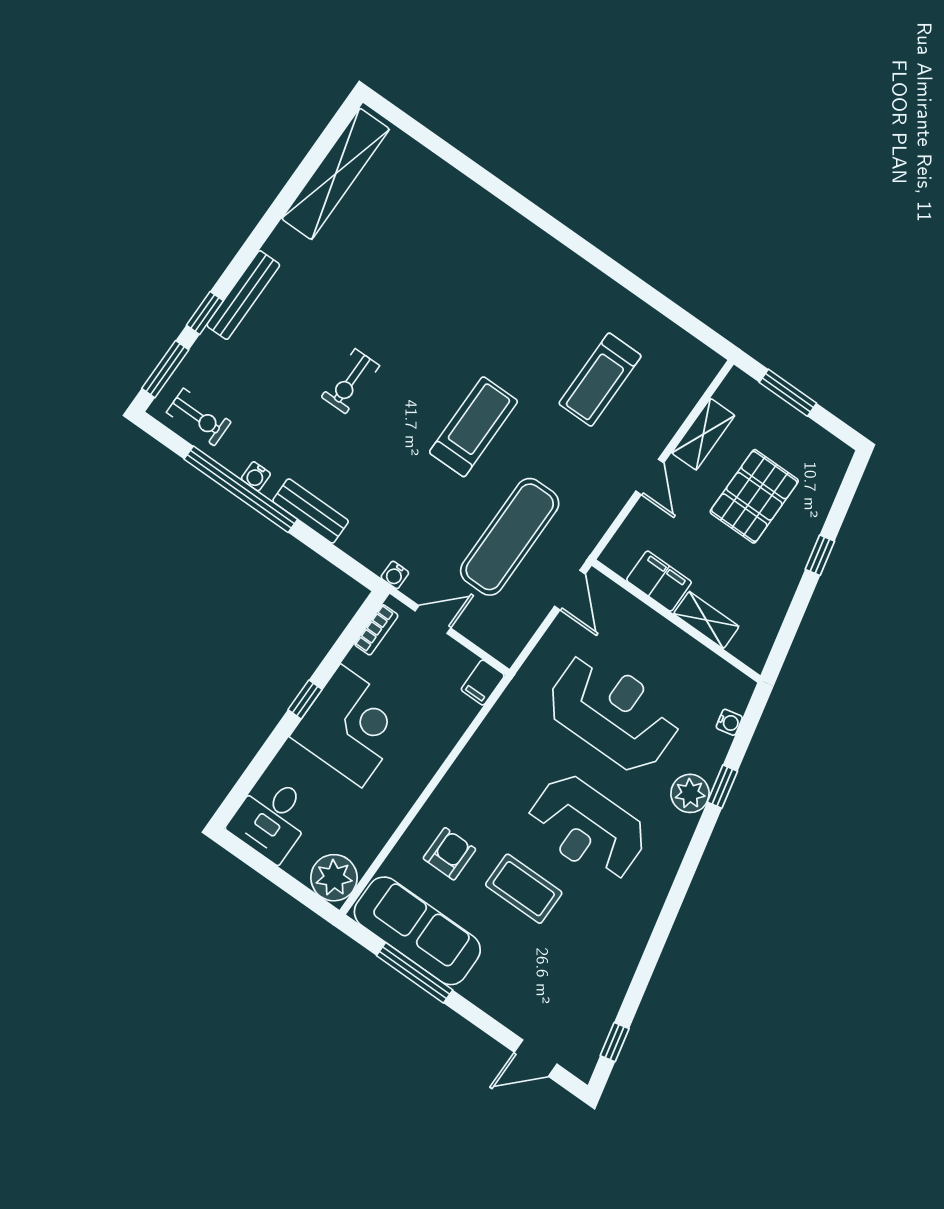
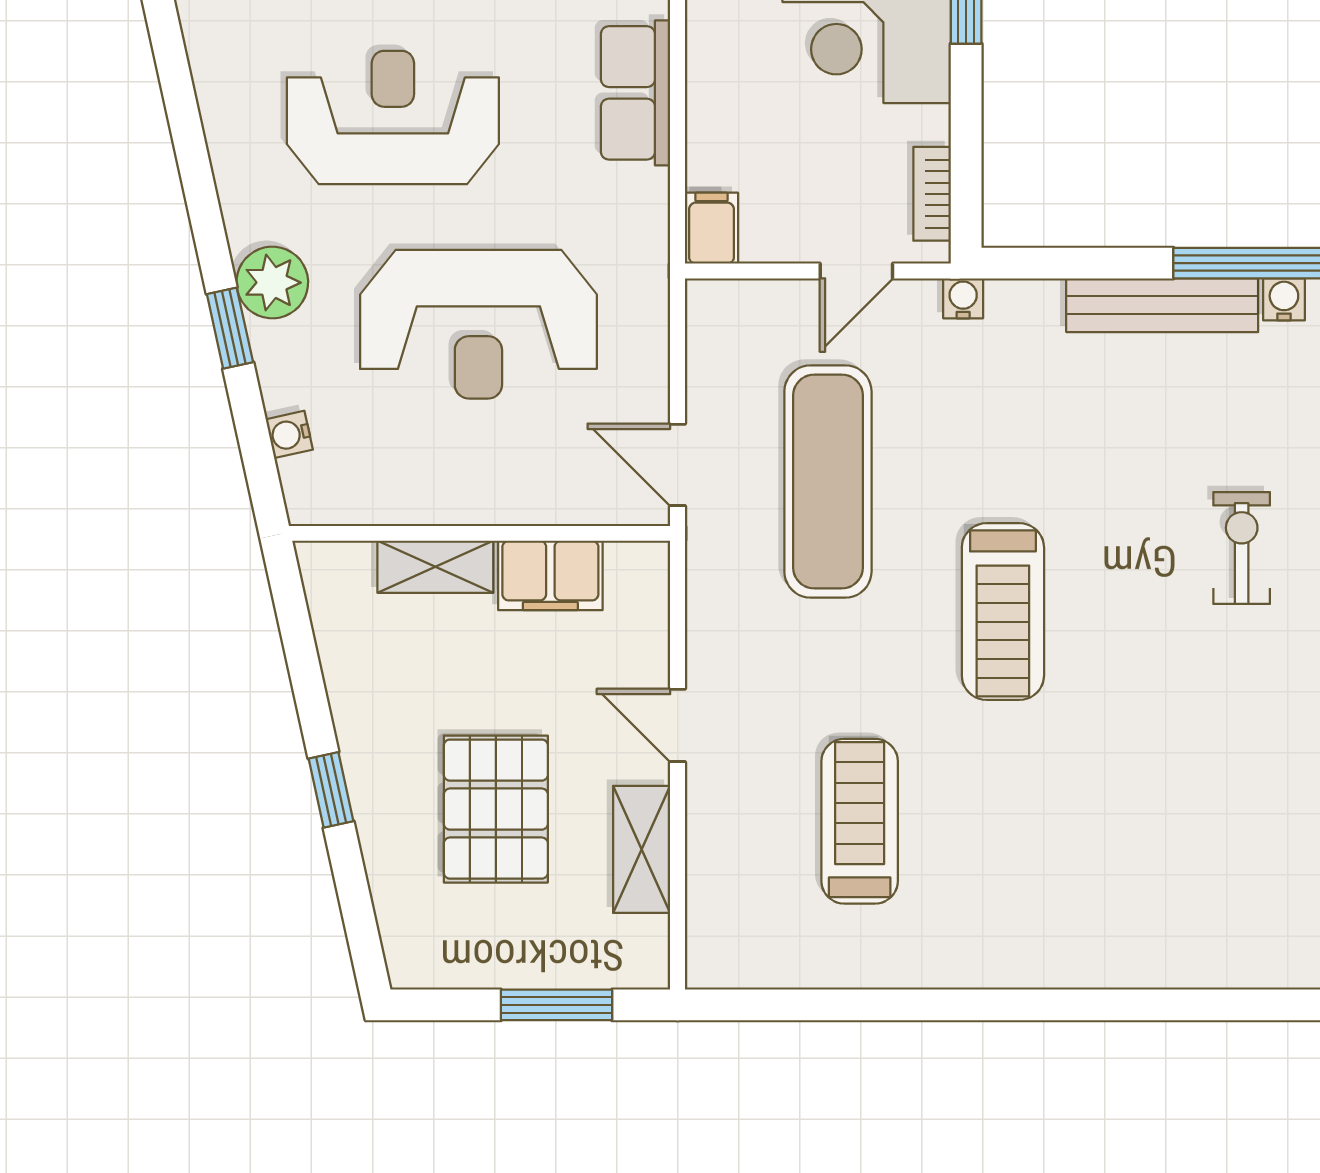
bench: (311, 511) -> (1162, 305), width x1.36
row of seats: (474, 765) -> (636, 93), added

